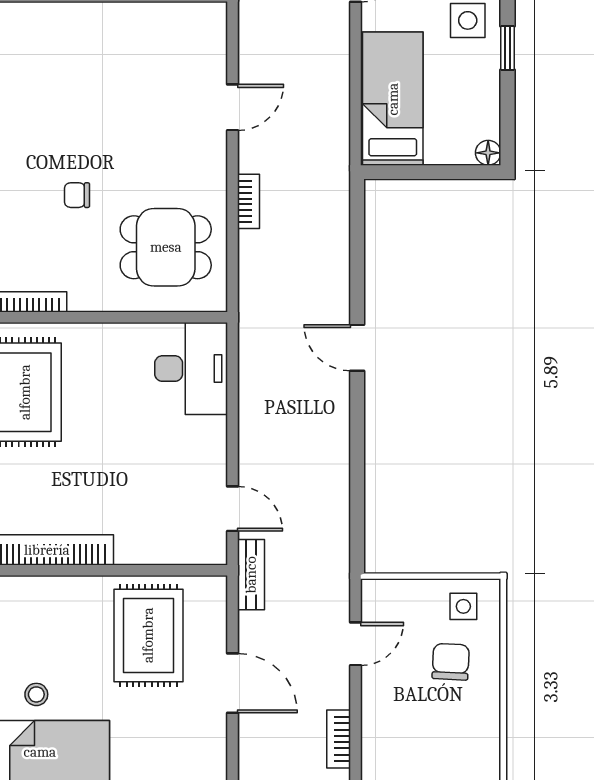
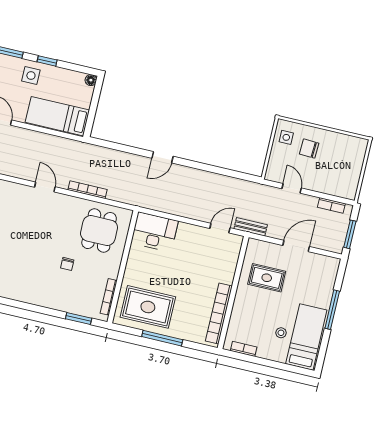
bookcase: (248, 201) -> (88, 190), width x1.56
rug: (148, 635) -> (267, 278), width x0.73, depth x0.70

